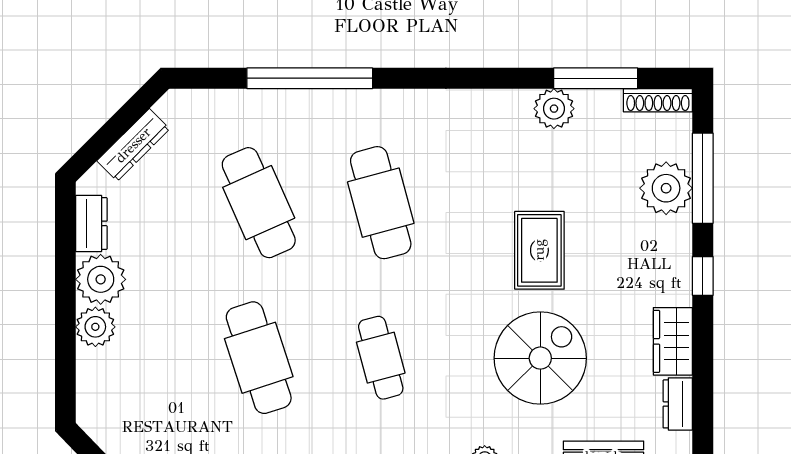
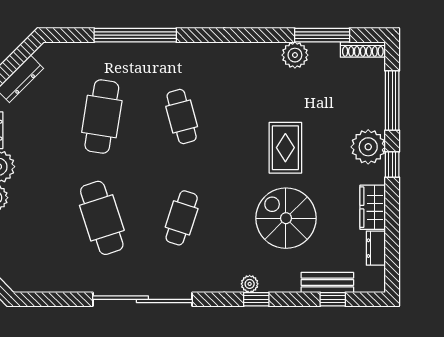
plant: (666, 188) -> (368, 147), moved
cafe table: (259, 203) -> (102, 117), turned 33
cafe table: (381, 203) -> (182, 117), width x0.73, depth x0.74
cafe table: (381, 358) -> (182, 218), turned 33
spiral stairs: (540, 358) -> (286, 218), turned -90

